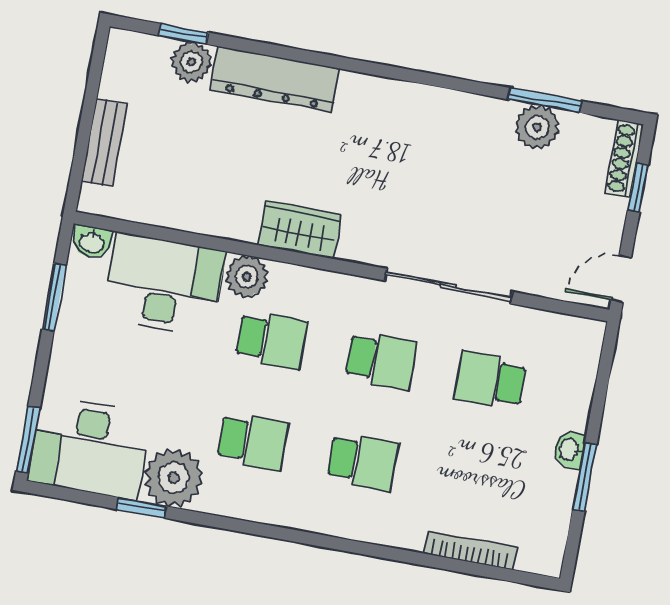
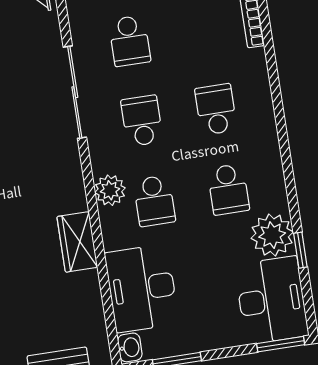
wardrobe: (300, 230) -> (77, 242), moved
plant: (247, 277) -> (110, 190), moved
school desk: (271, 340) -> (154, 201), turned 180
school desk: (253, 442) -> (228, 189), turned 180

